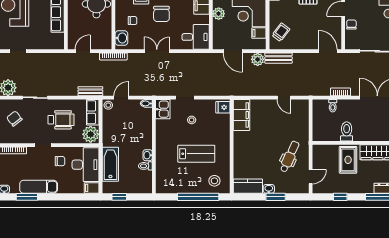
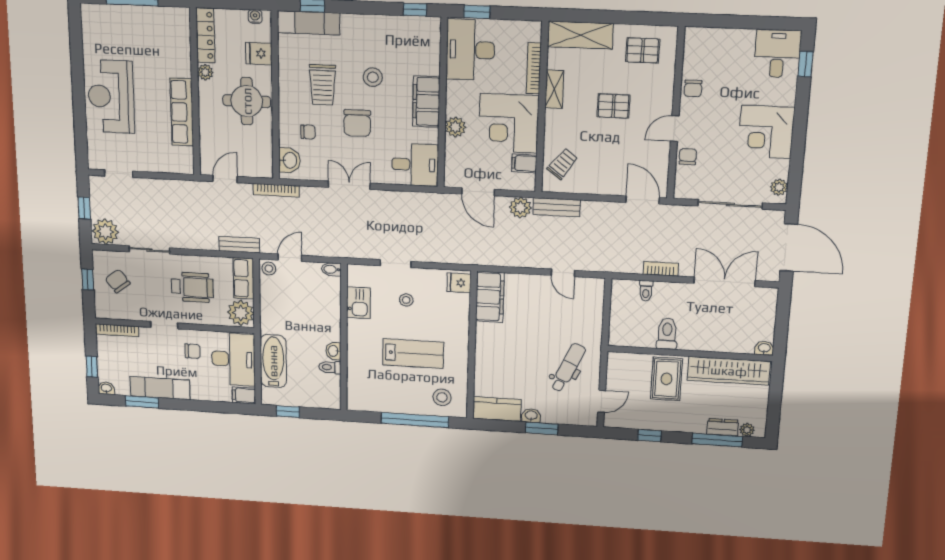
kitchen sink: (163, 109) -> (358, 303), moved

